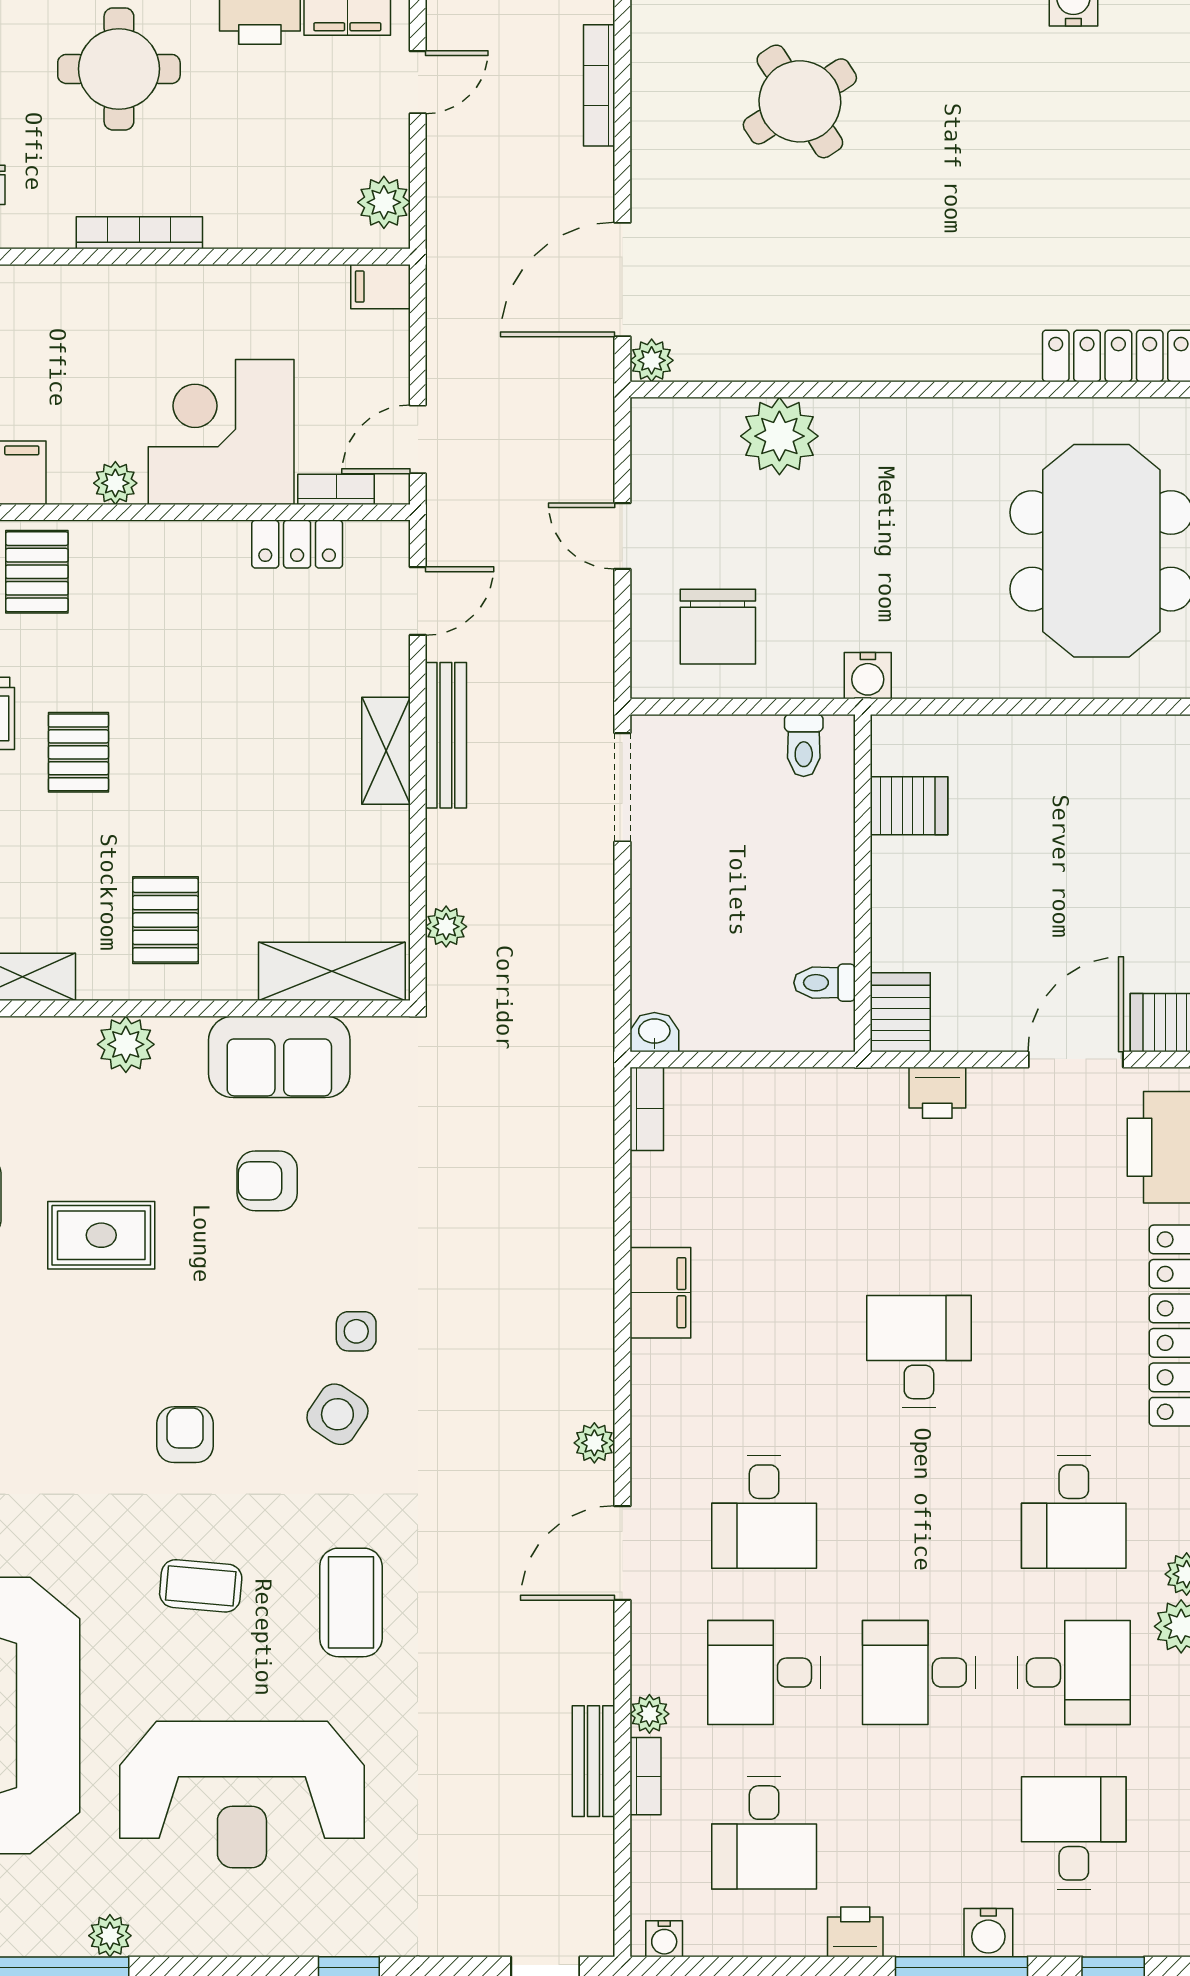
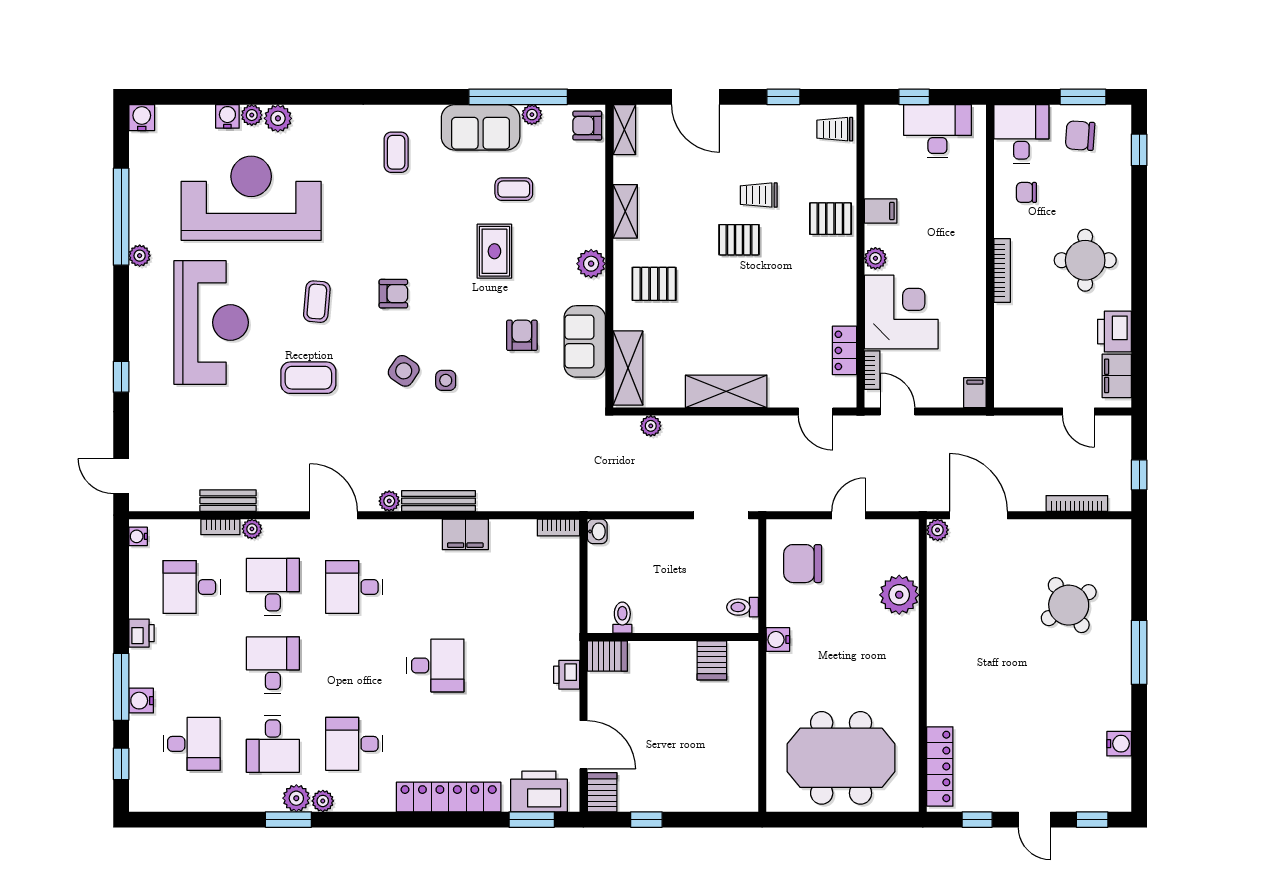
plant: (384, 202) -> (1018, 394), removed
bench: (446, 735) -> (438, 501), moved
shelving: (386, 751) -> (726, 391), width x1.50, depth x1.33
reception desk: (242, 1794) -> (211, 322), turned 180

